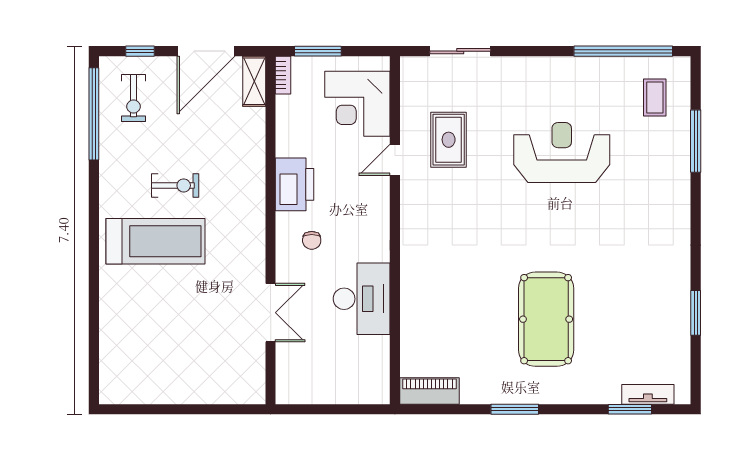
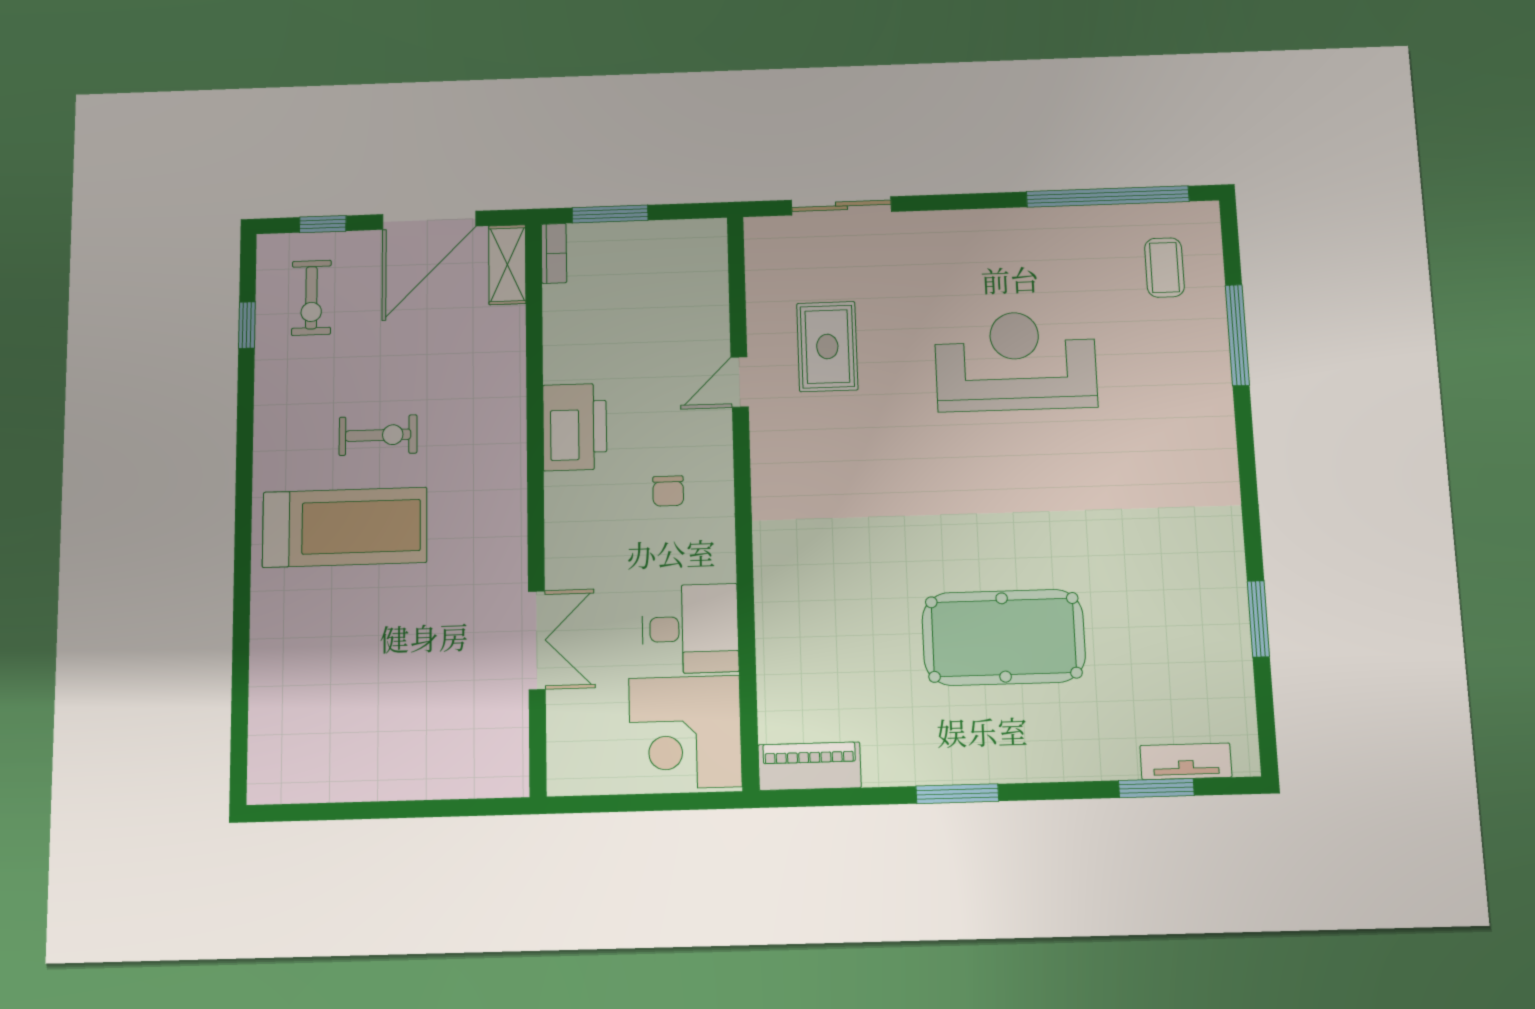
corner desk: (357, 104) -> (685, 732), moved
window: (94, 114) -> (247, 325), width x0.32
chair: (312, 240) -> (668, 491), moved
desk: (362, 299) -> (690, 629), width x0.73
pool table: (546, 319) -> (1004, 637), turned 90

